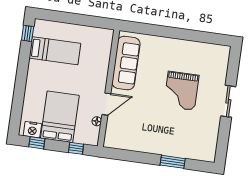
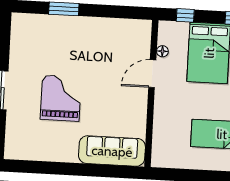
sofa: (126, 63) -> (112, 151), moved, turned 90

